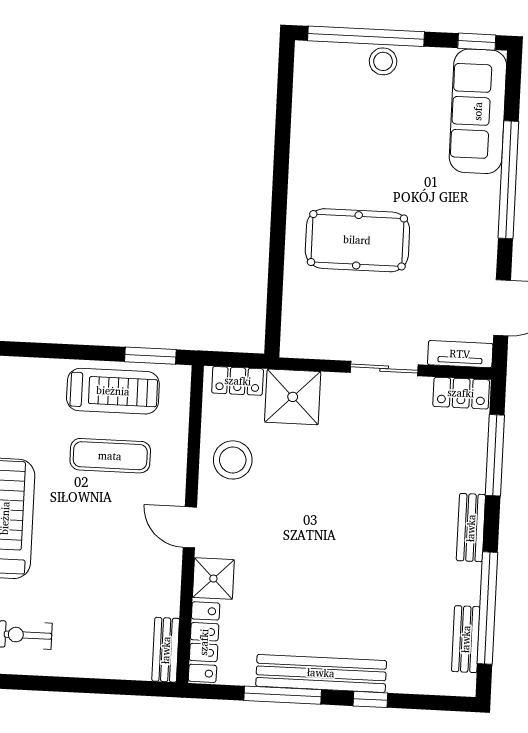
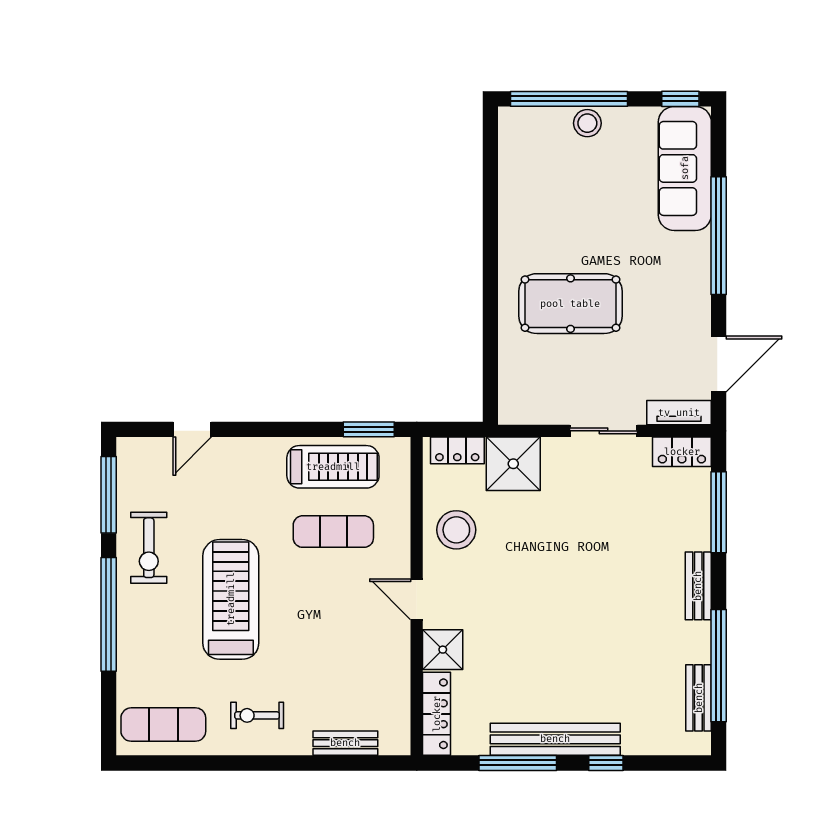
bench: (166, 650) -> (345, 743), moved, turned 90

